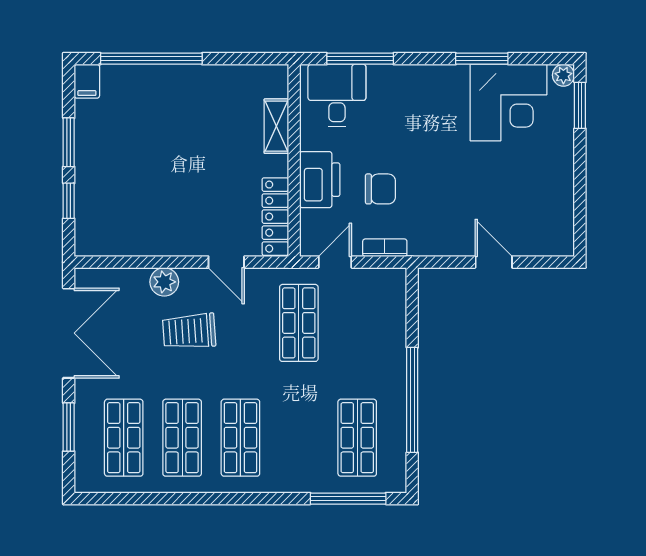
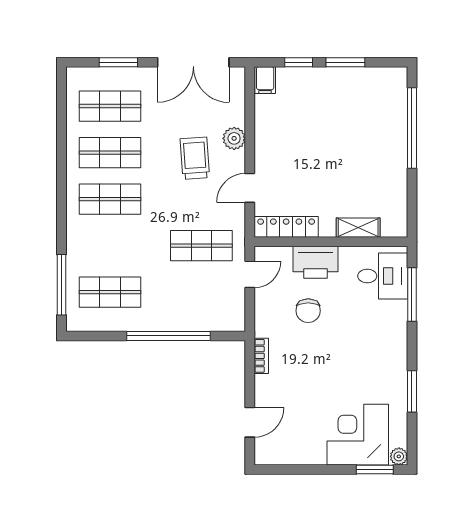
filing cabinet: (87, 81) -> (265, 80), moved, turned -90
corner desk: (508, 103) -> (358, 435), moved, turned 90
bookcase: (385, 248) -> (261, 356), moved
door: (335, 262) -> (250, 274), hinge flipped
door: (494, 262) -> (250, 422), moved
window: (412, 400) -> (169, 336), moved

